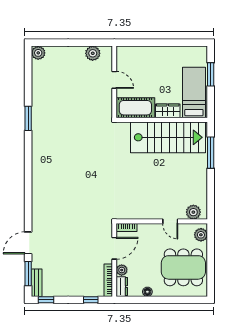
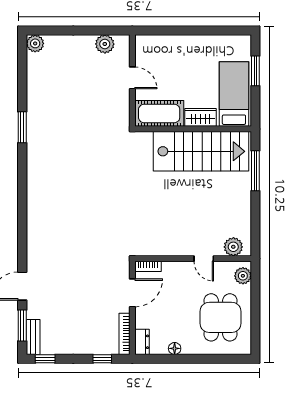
dining table: (183, 267) -> (220, 317), width x0.73
plant: (122, 270) -> (142, 321), removed

